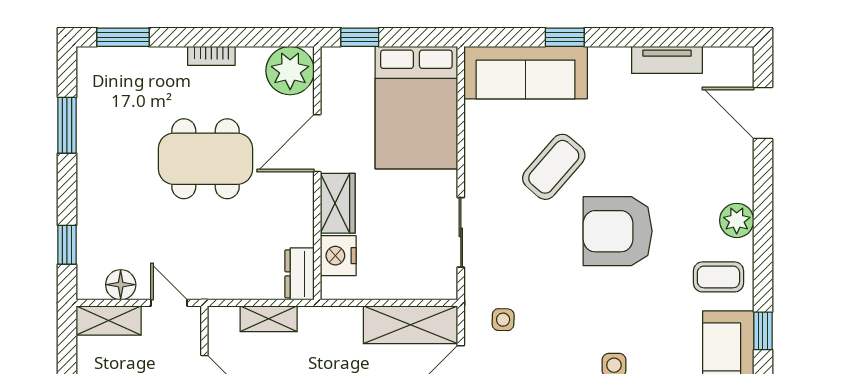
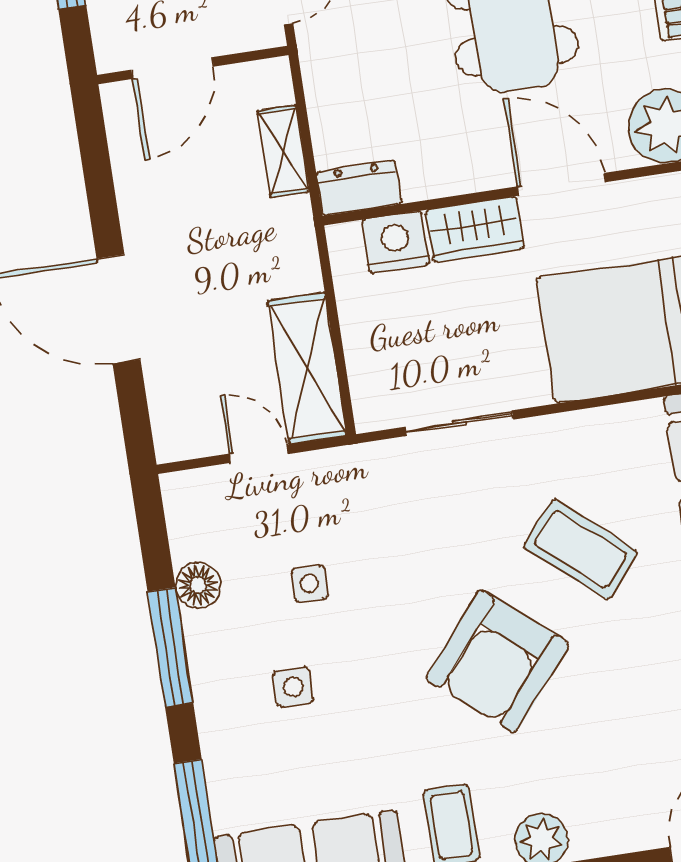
armchair: (618, 231) -> (498, 661), turned -140
side table: (503, 320) -> (309, 584), moved

